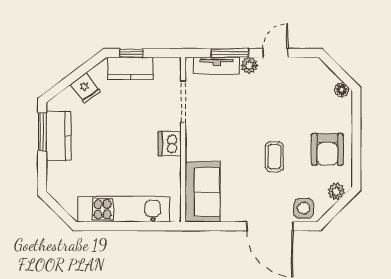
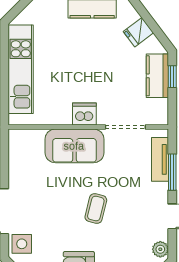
plant: (249, 65) -> (160, 249), moved
coffee table: (274, 157) -> (96, 208), moved, turned -76
sofa: (203, 192) -> (74, 146), moved

